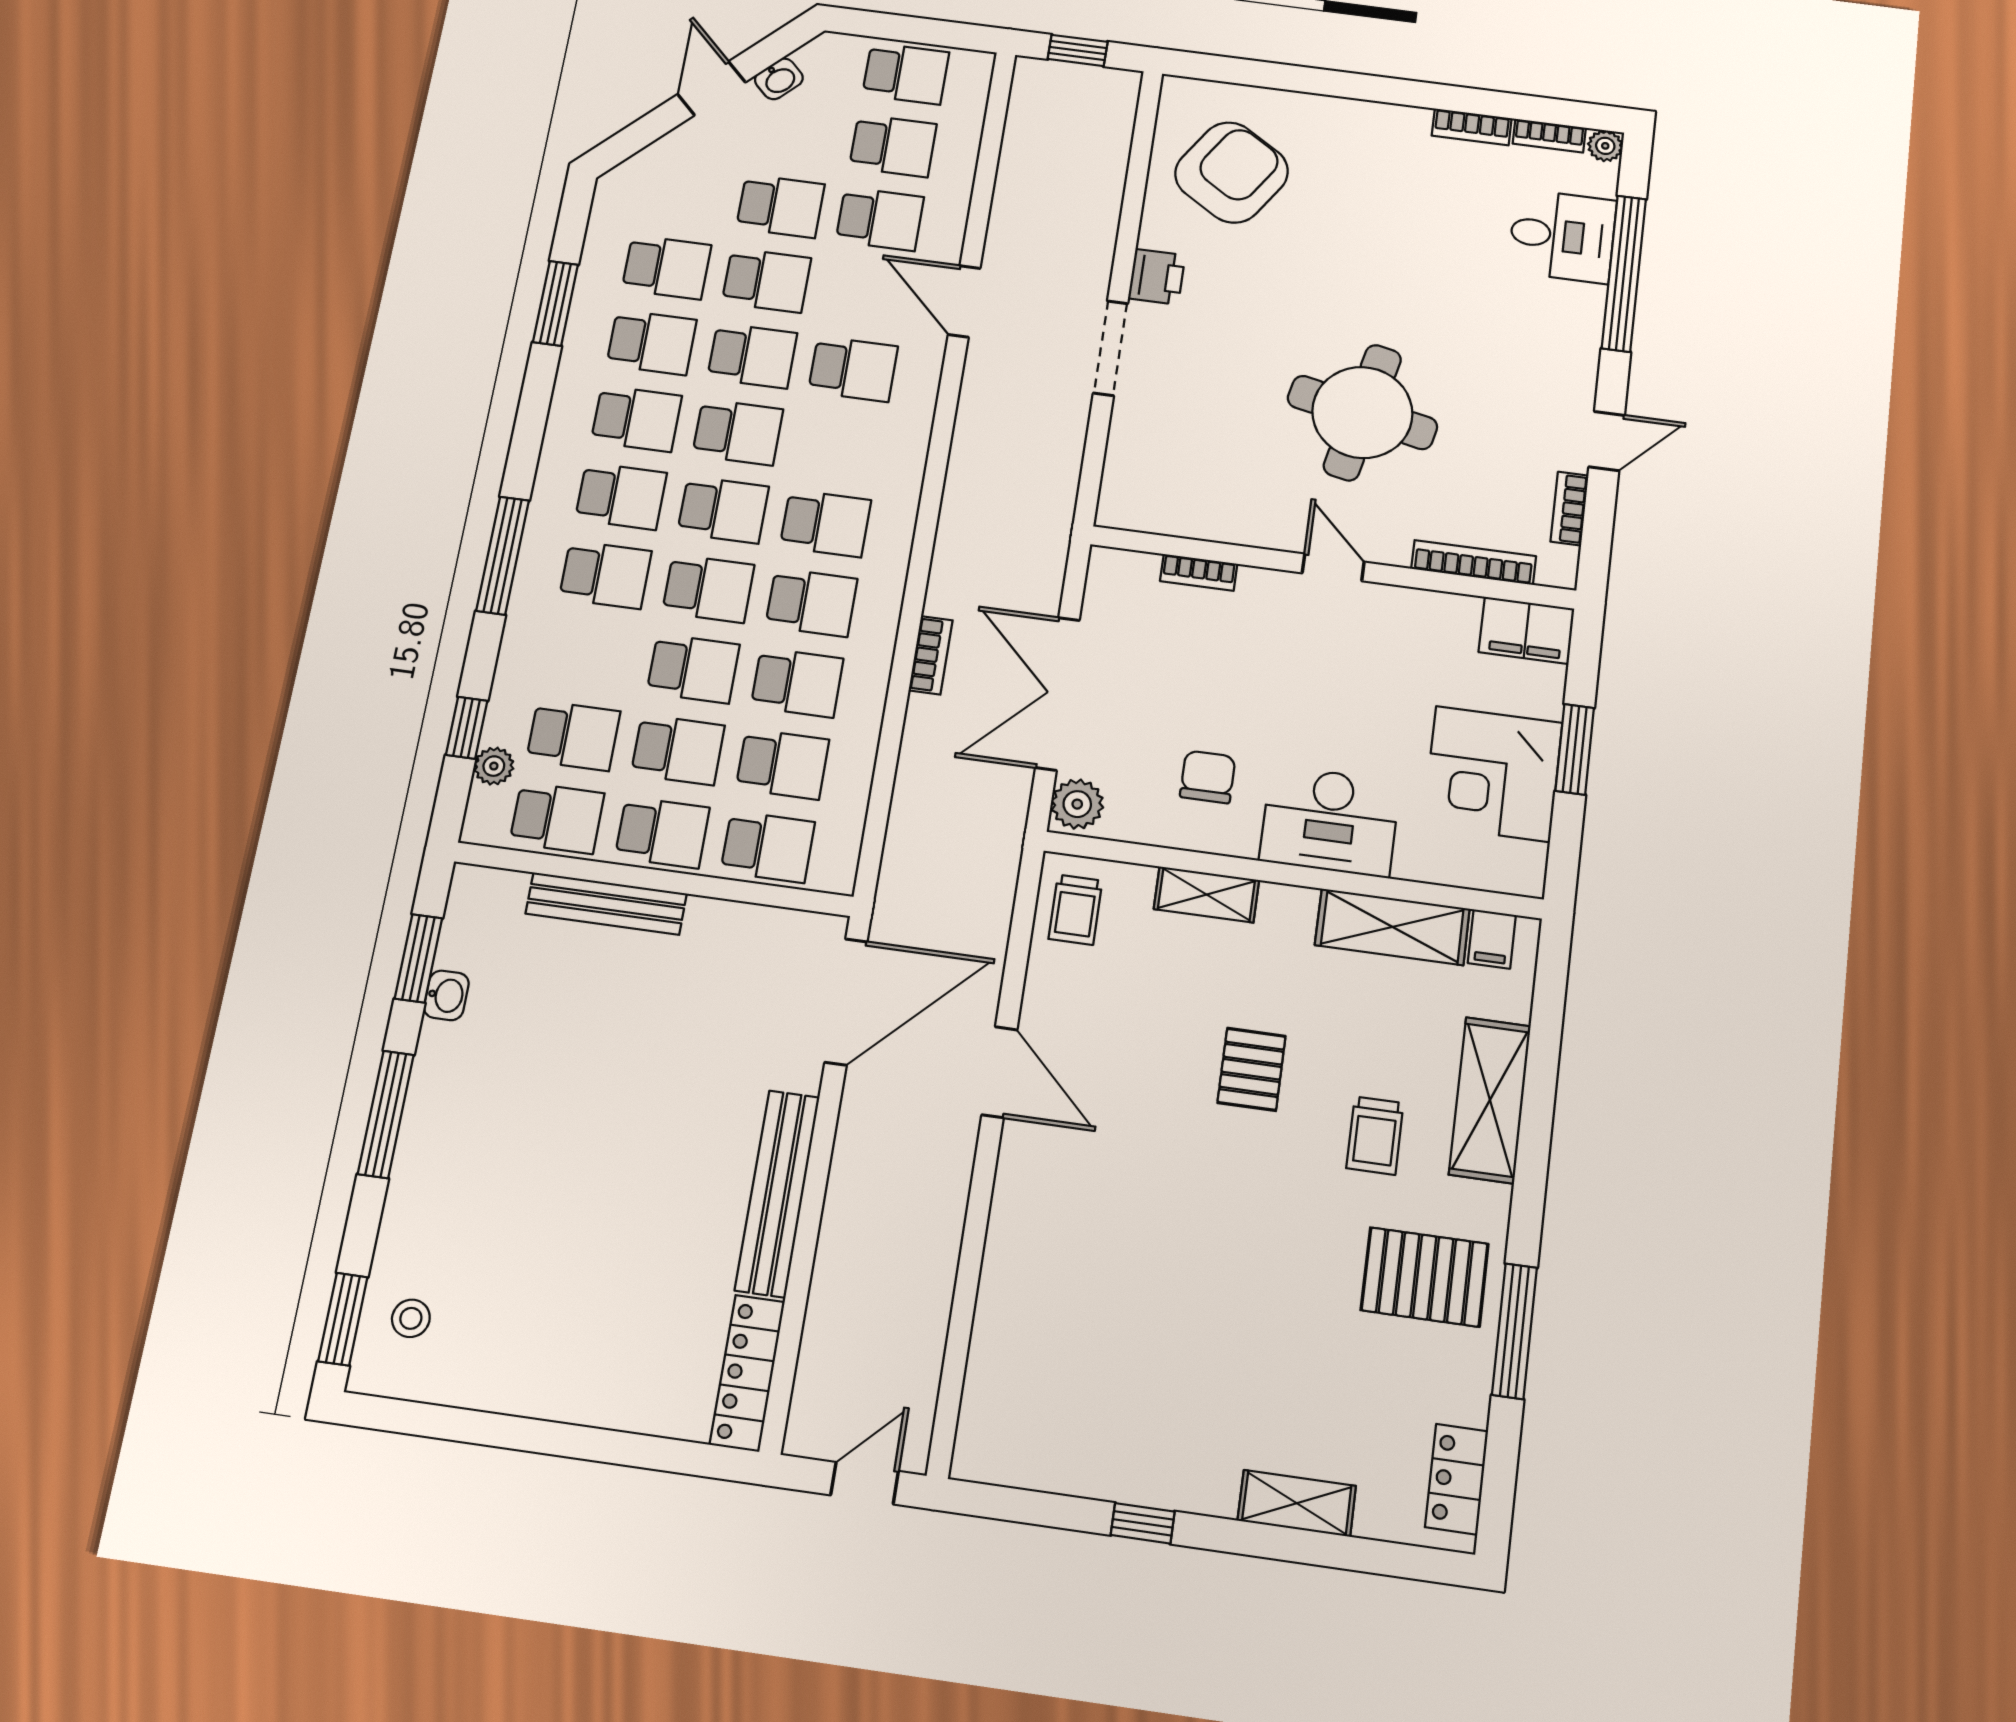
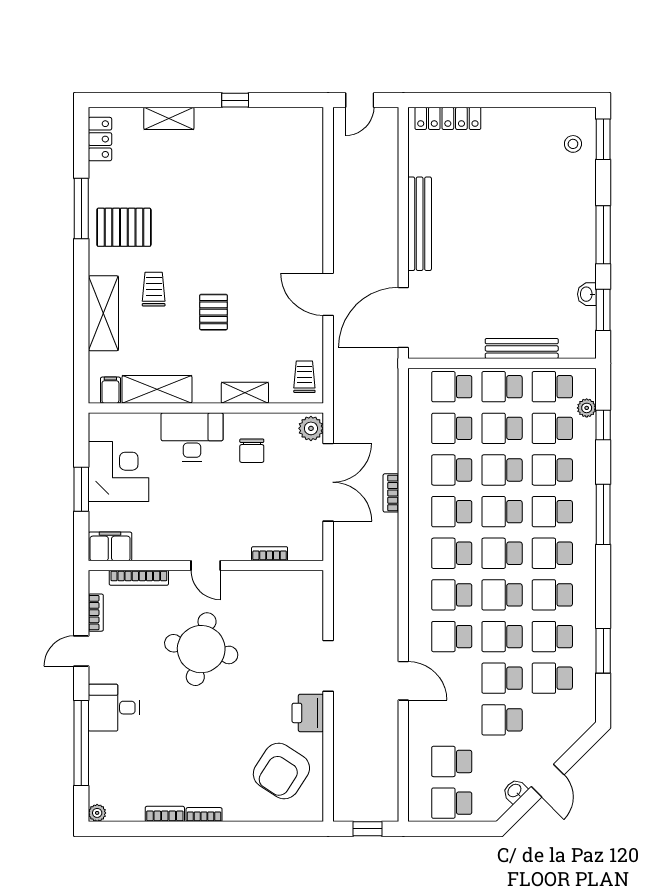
bookcase: (1549, 136) -> (204, 815), moved
school desk: (880, 219) -> (452, 595), moved
desk: (1562, 236) -> (114, 708), moved
printer: (1157, 277) -> (308, 713), width x1.36, depth x1.24
school desk: (589, 655) -> (552, 470), added
locker: (747, 1373) -> (448, 118), moved, turned 90

